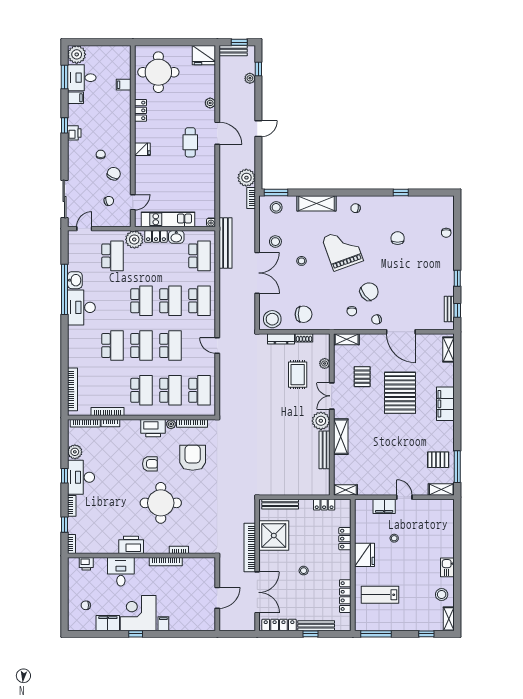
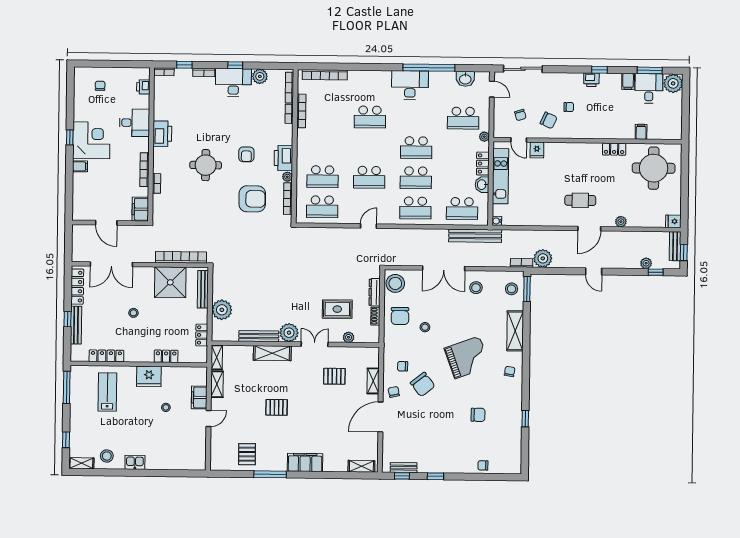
fridge: (204, 55) -> (673, 221), width x0.53, depth x0.75
fridge: (142, 149) -> (537, 150), moved
plant: (134, 239) -> (484, 137), width x0.53, depth x0.53
stool: (302, 261) -> (425, 327), moved
washbasin: (75, 280) -> (465, 79), moved
shelving: (347, 339) -> (373, 381), moved
school desk: (142, 346) -> (370, 147), removed
school desk: (142, 390) -> (323, 147), removed
pallet: (400, 393) -> (277, 407), moved, width x0.49, depth x0.50
window: (457, 467) -> (270, 474), moved
plant: (300, 486) -> (222, 310), added
shelving: (441, 489) -> (217, 384), moved
round table: (161, 503) -> (206, 165), width x0.73, depth x0.73
bookcase: (250, 548) -> (181, 257), moved
filing cabinet: (108, 623) -> (140, 209), moved, turned 180

